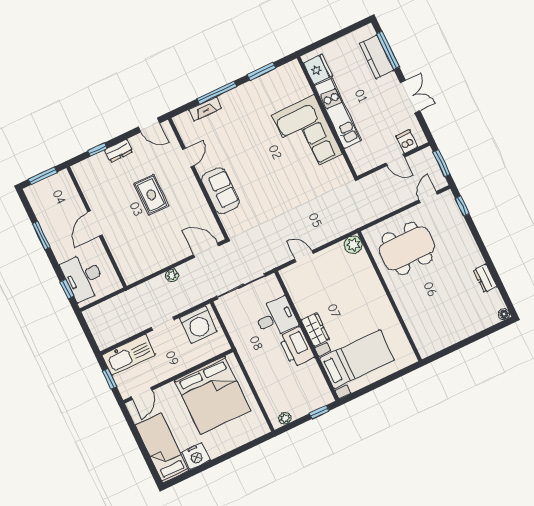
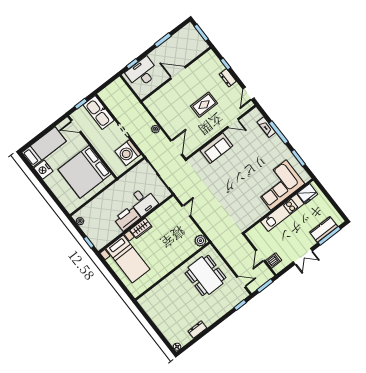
corner sofa: (307, 135) -> (278, 185), moved

